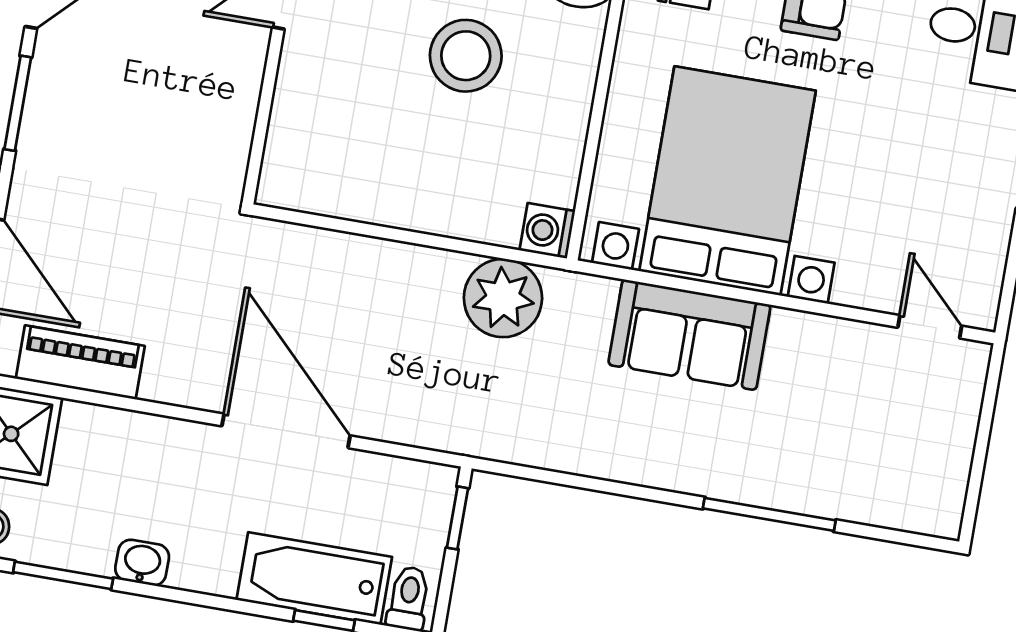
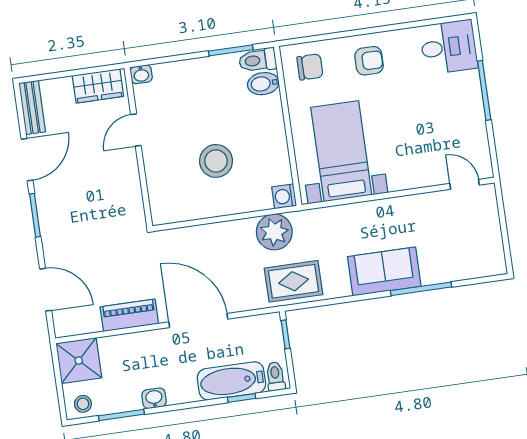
stool: (466, 56) -> (216, 161), moved
bed with nightstands: (727, 181) -> (341, 151), width x0.73
sofa: (689, 335) -> (384, 271), moved, turned 180
piano: (80, 362) -> (129, 315), moved
rug: (510, 413) -> (294, 281), added

